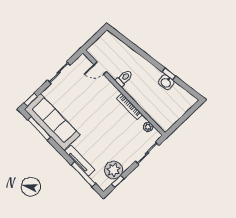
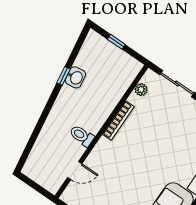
door: (100, 68) -> (75, 170), hinge flipped
window: (185, 116) -> (116, 42), added

